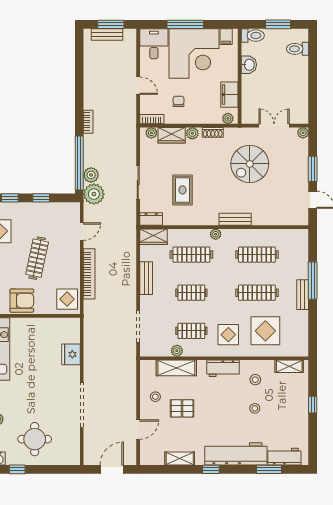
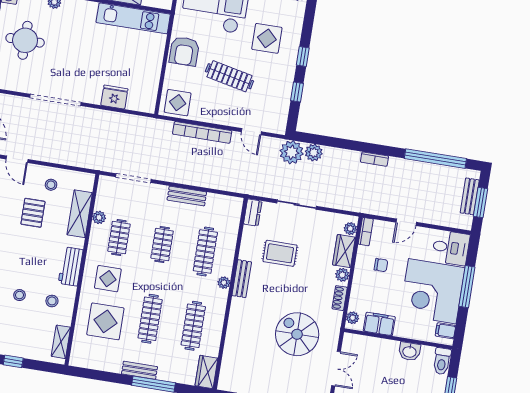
window: (79, 163) -> (435, 159), moved
bench: (235, 219) -> (242, 279), moved
wardrobe: (153, 237) -> (206, 372), moved

